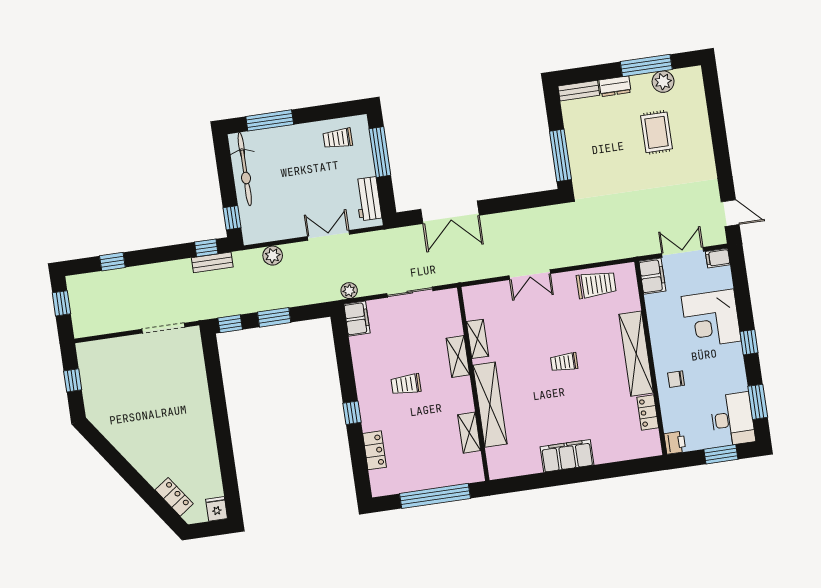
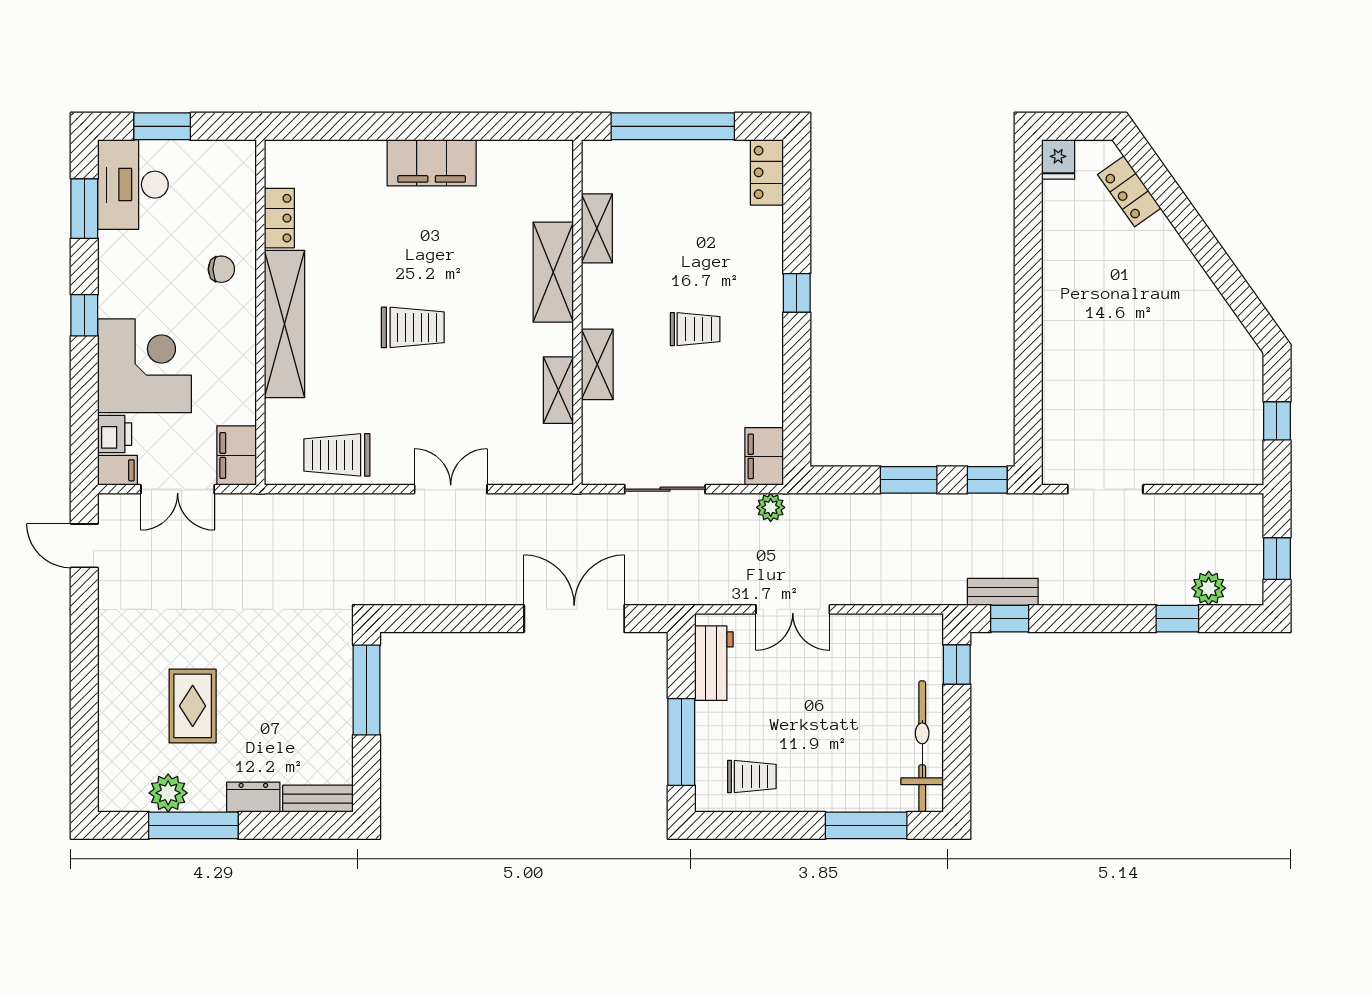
plant: (273, 256) -> (1209, 588), moved
trolley: (564, 362) -> (413, 327), width x1.36, depth x1.39
shelving: (490, 405) -> (553, 272), width x0.68
printer: (675, 443) -> (115, 434), moved, turned 180
locker: (375, 450) -> (767, 172), moved

